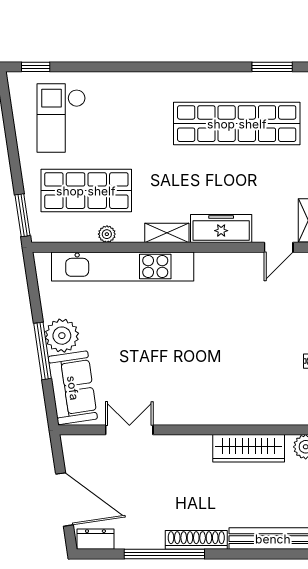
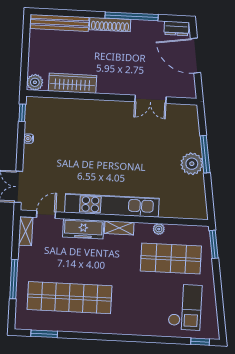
kitchen unit: (123, 266) -> (112, 205), moved
sofa: (73, 388) -> (186, 129), removed

